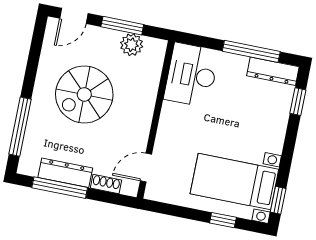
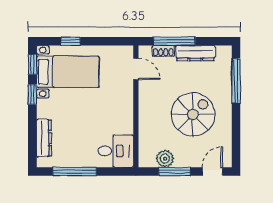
dresser: (273, 71) -> (44, 138), moved, turned 90
desk: (191, 75) -> (116, 151), width x0.73
window: (298, 102) -> (32, 94), moved
door: (146, 168) -> (136, 69), hinge flipped
window: (60, 188) -> (174, 41), moved

